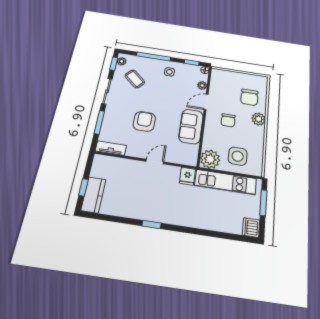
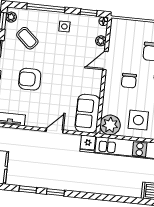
armchair: (144, 121) -> (30, 79), moved, turned -90
sofa: (191, 126) -> (87, 114), moved
window: (122, 220) -> (28, 189), added

